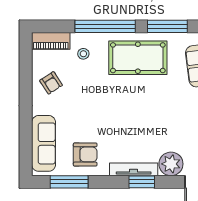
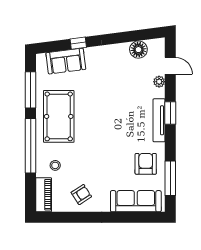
plant: (171, 164) -> (159, 82), width x0.53, depth x0.53

